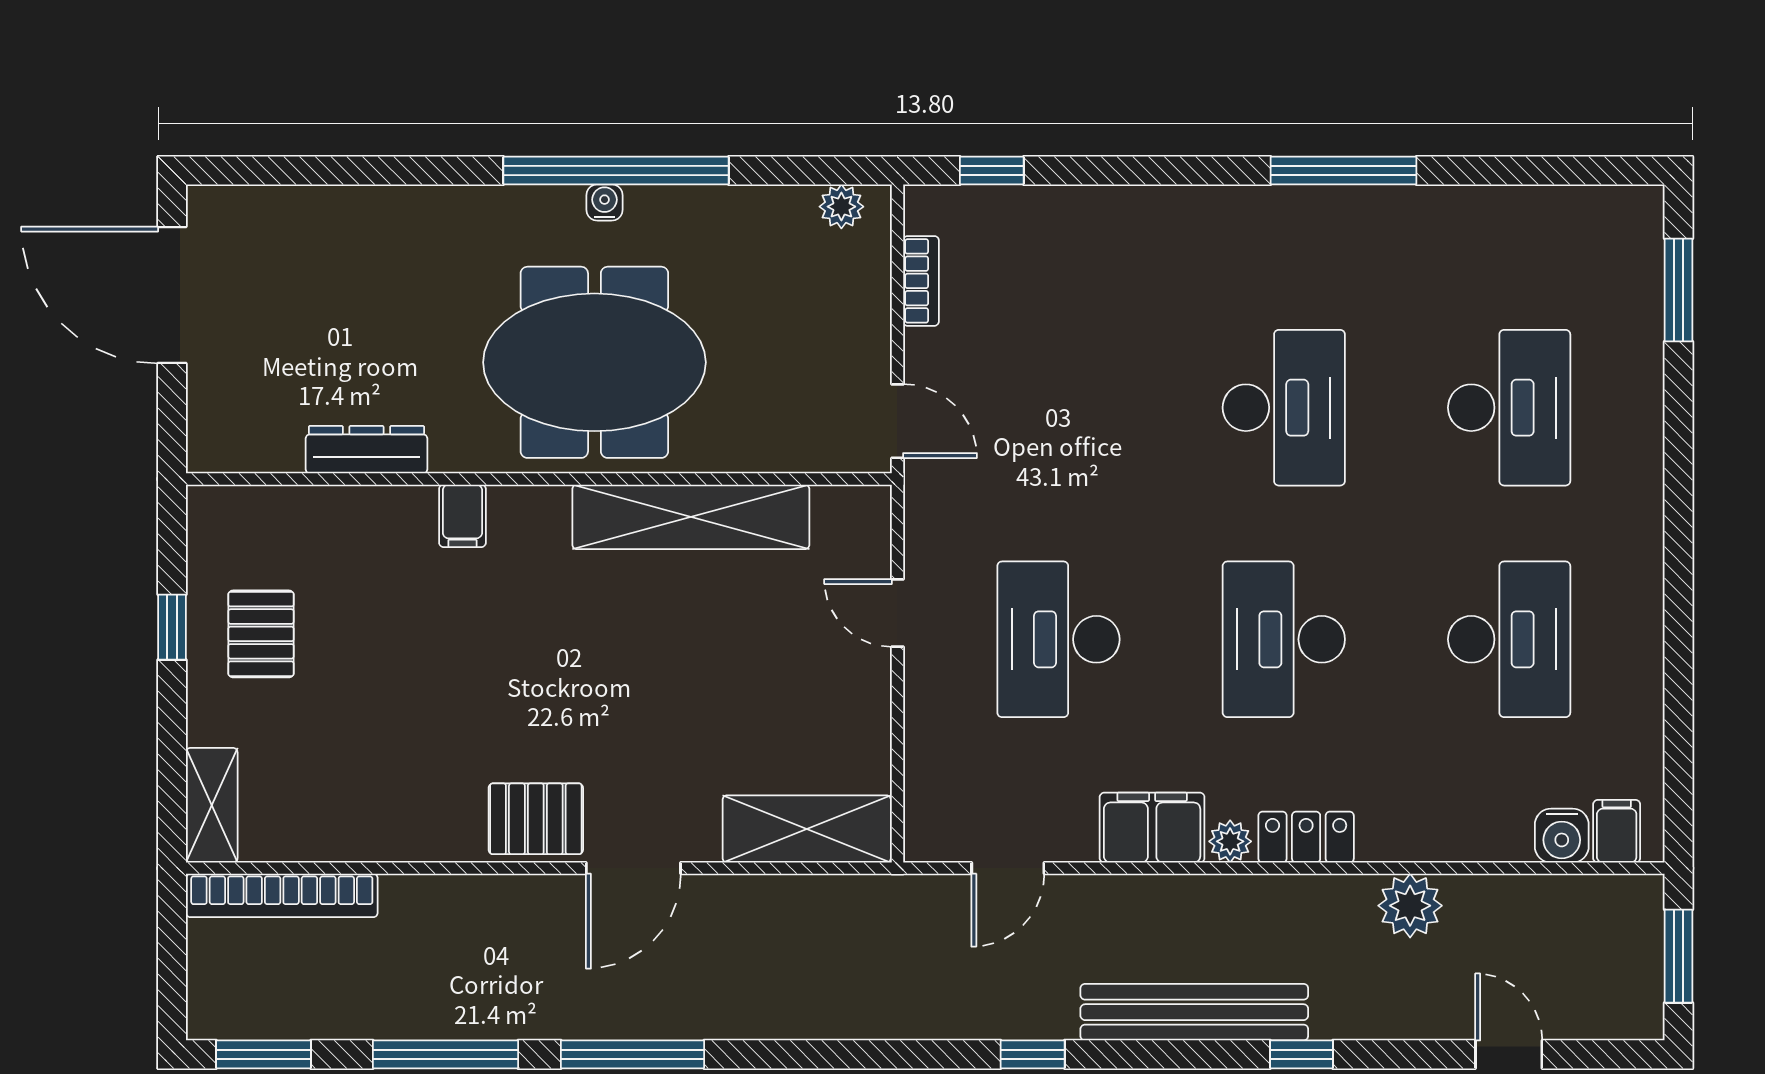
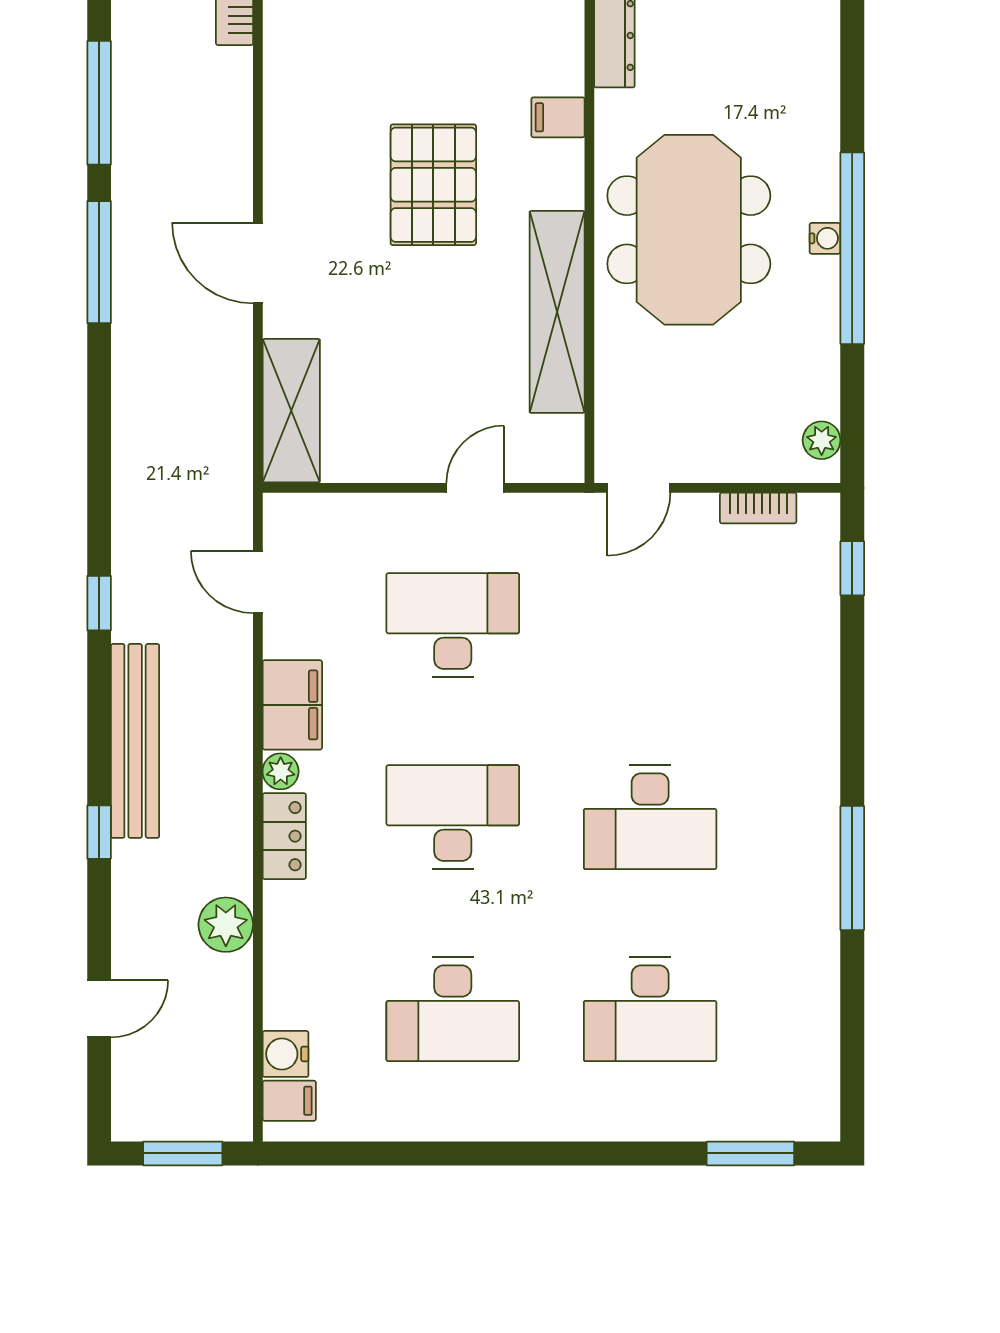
pallet: (536, 819) -> (433, 185), moved, width x1.50, depth x1.42

